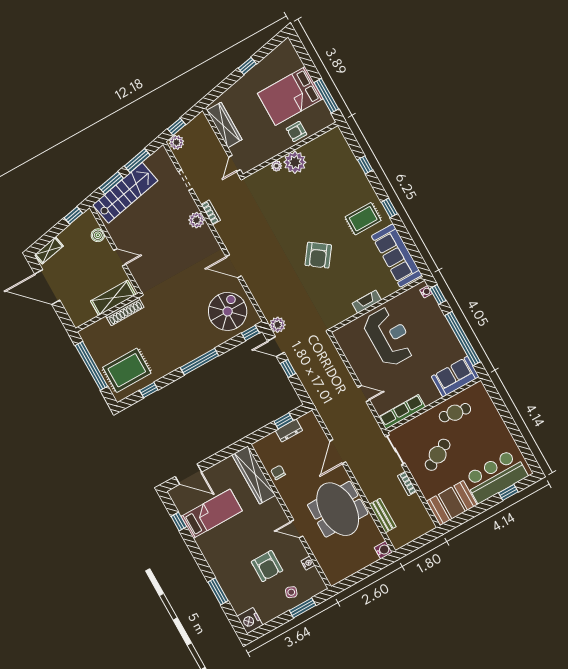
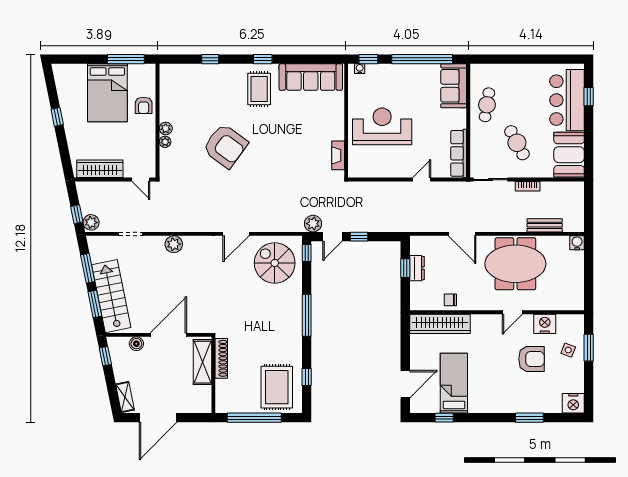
plant: (295, 162) -> (166, 128), width x0.53, depth x0.53
bookcase: (211, 212) -> (174, 227), removed
armchair: (318, 255) -> (225, 146), moved, width x1.36, depth x1.36
door: (120, 257) -> (168, 335), width x1.87
fireplace: (367, 302) -> (338, 155), moved
nightstand: (308, 563) -> (545, 324), width x1.89, depth x1.79

